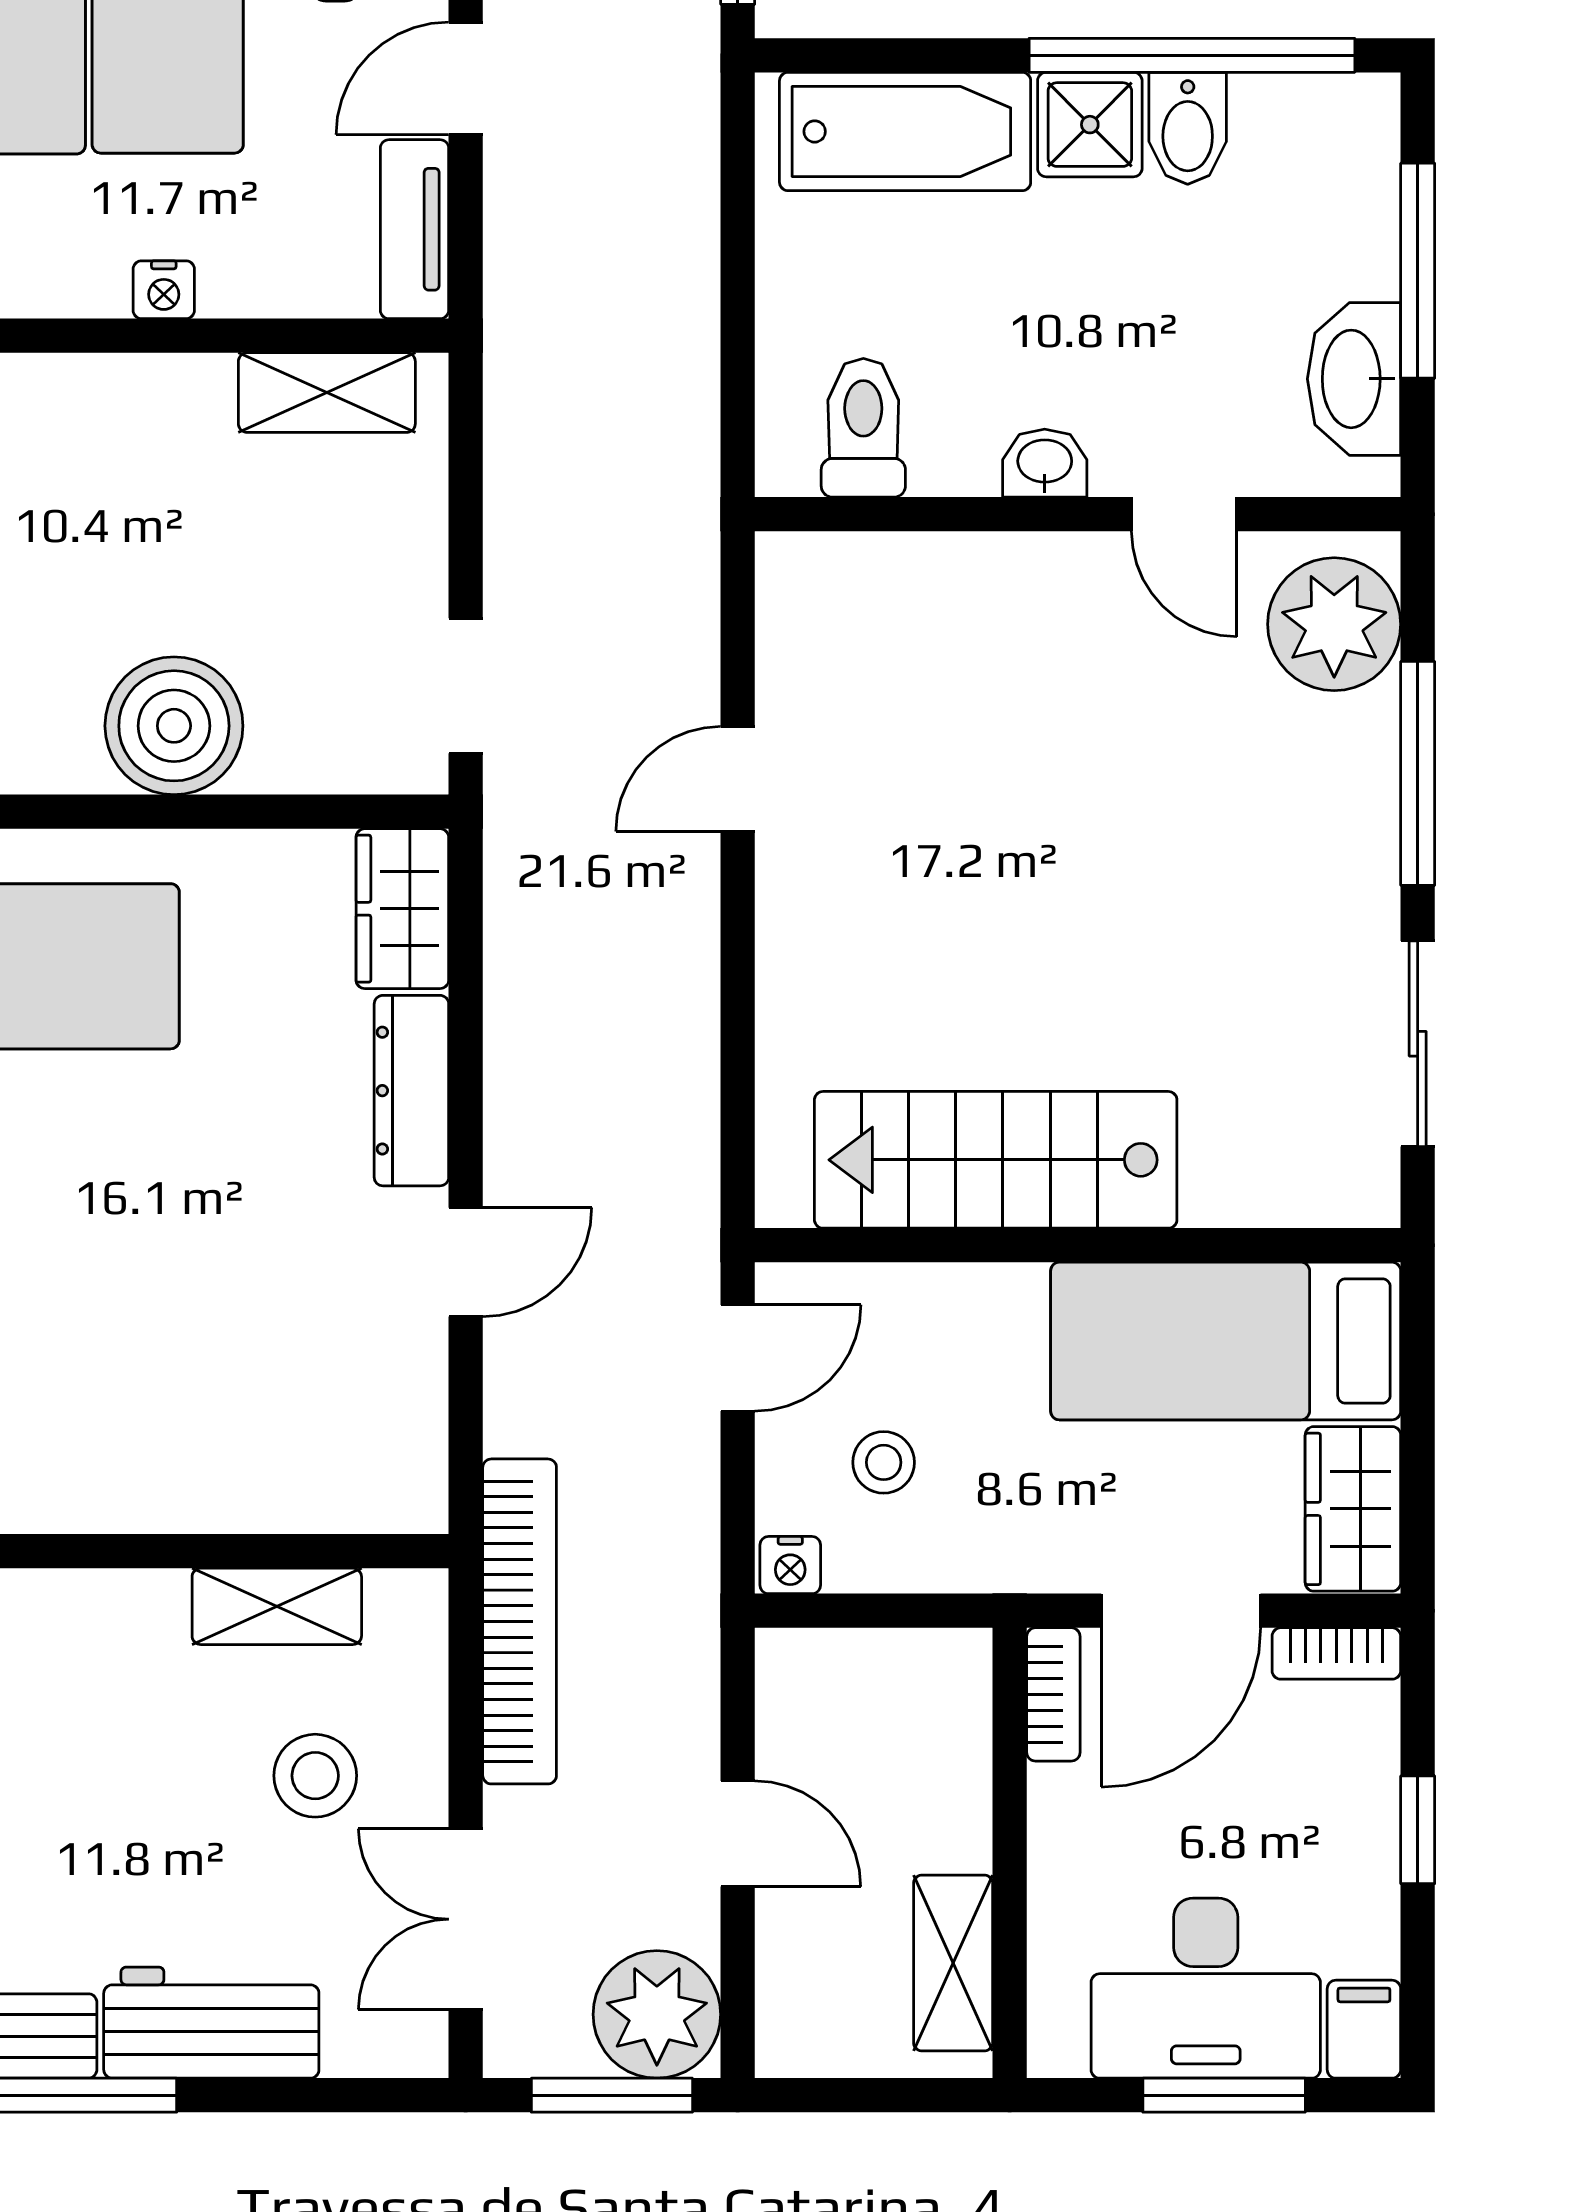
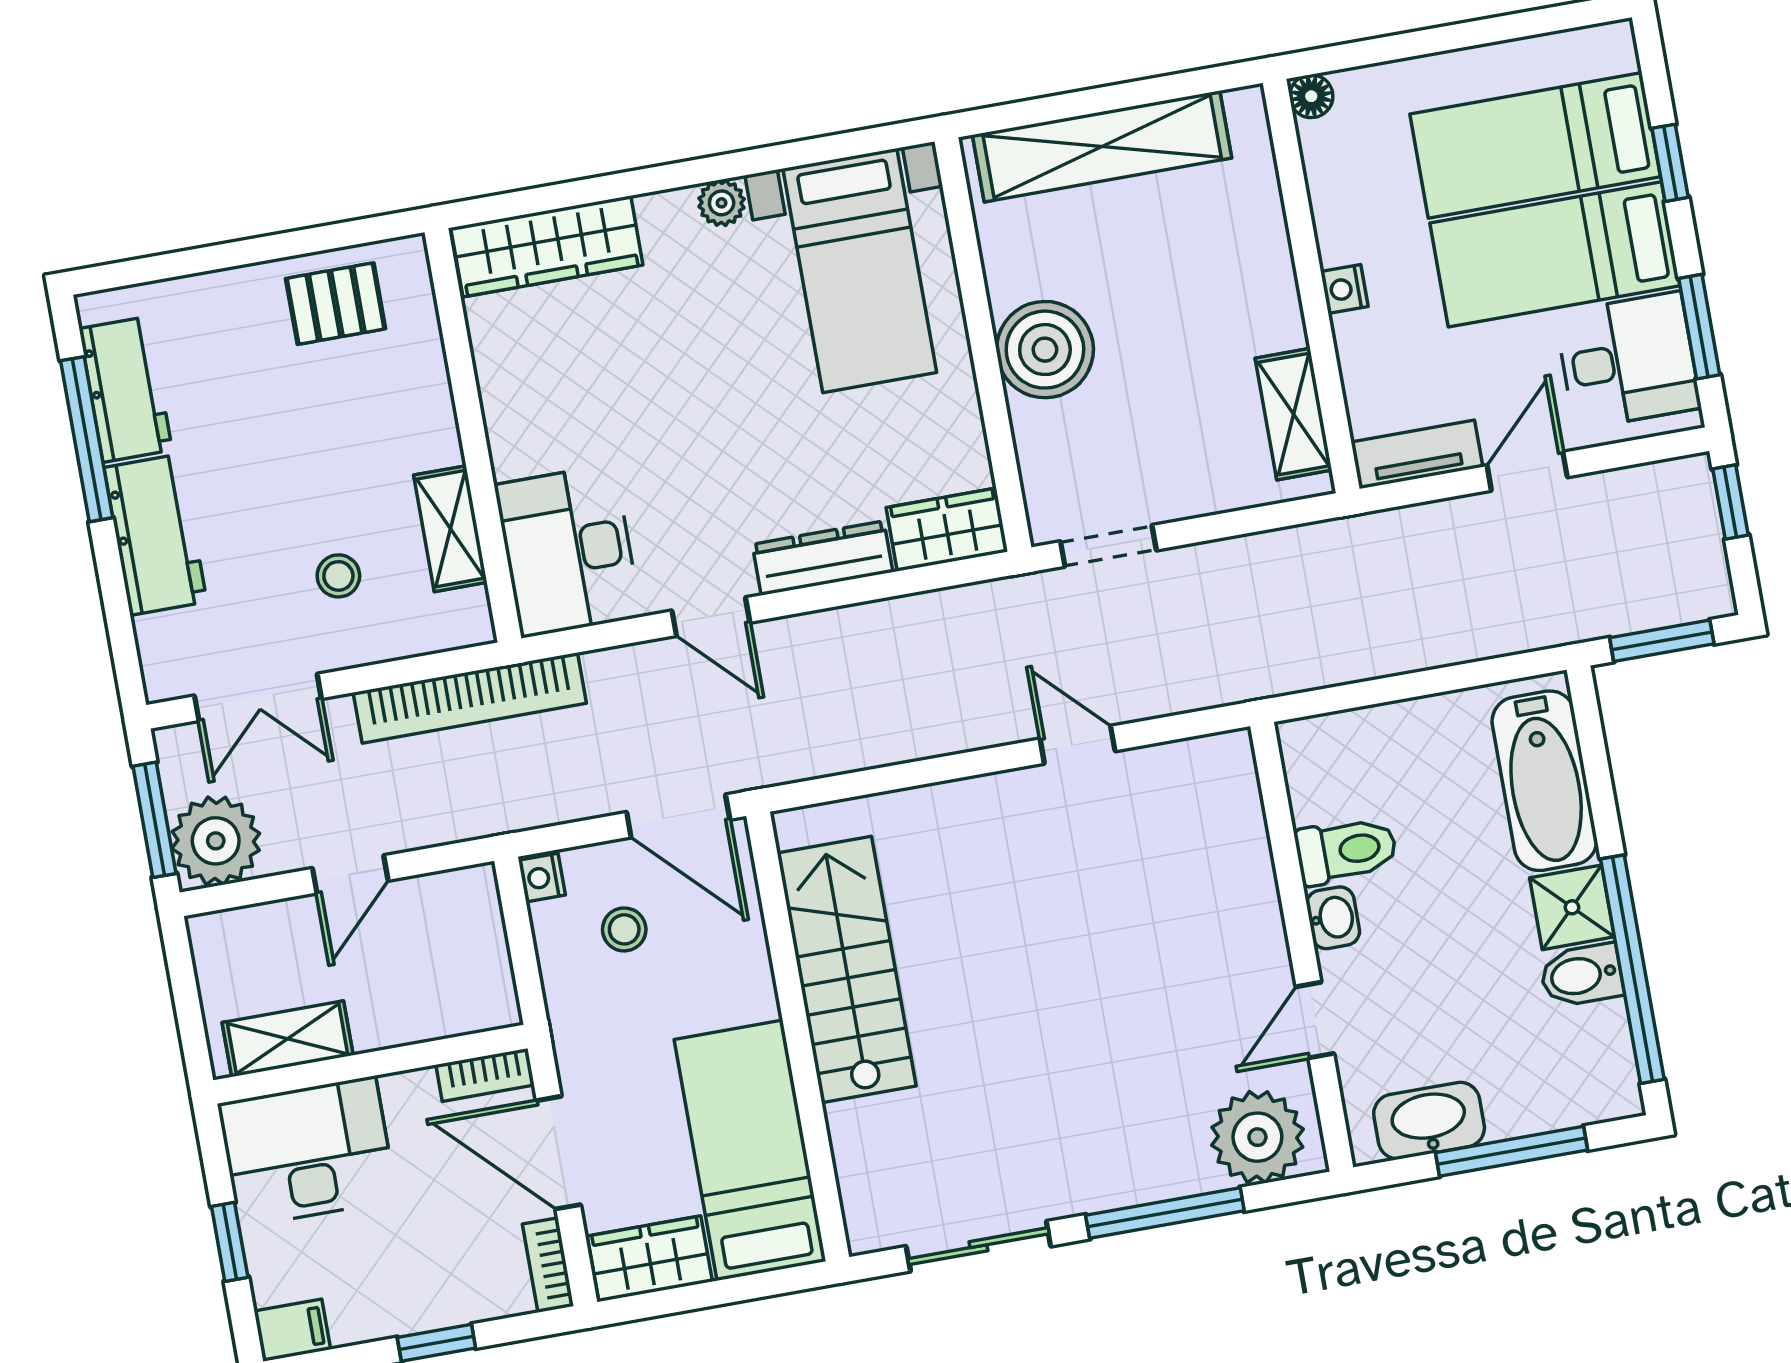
door: (466, 78) -> (1527, 471), hinge flipped
toilet: (863, 428) -> (1346, 851), moved
door: (738, 1358) -> (678, 816), width x1.38
desk: (337, 1447) -> (568, 551), added
stool: (315, 1776) -> (338, 576), width x0.73, depth x0.73
double door: (466, 1919) -> (258, 697), swing flipped
desk: (1206, 1988) -> (307, 1152), moved, turned 90
window: (1224, 2095) -> (230, 1242), width x0.67

